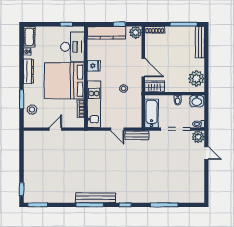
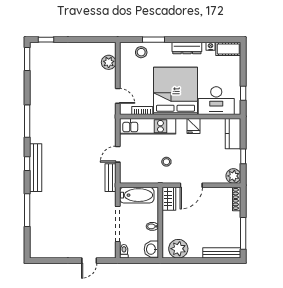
kitchen counter: (107, 33) -> (233, 134), width x0.67
door: (55, 129) -> (118, 96), moved
plant: (198, 137) -> (109, 62), moved
bench: (96, 198) -> (36, 168), moved

